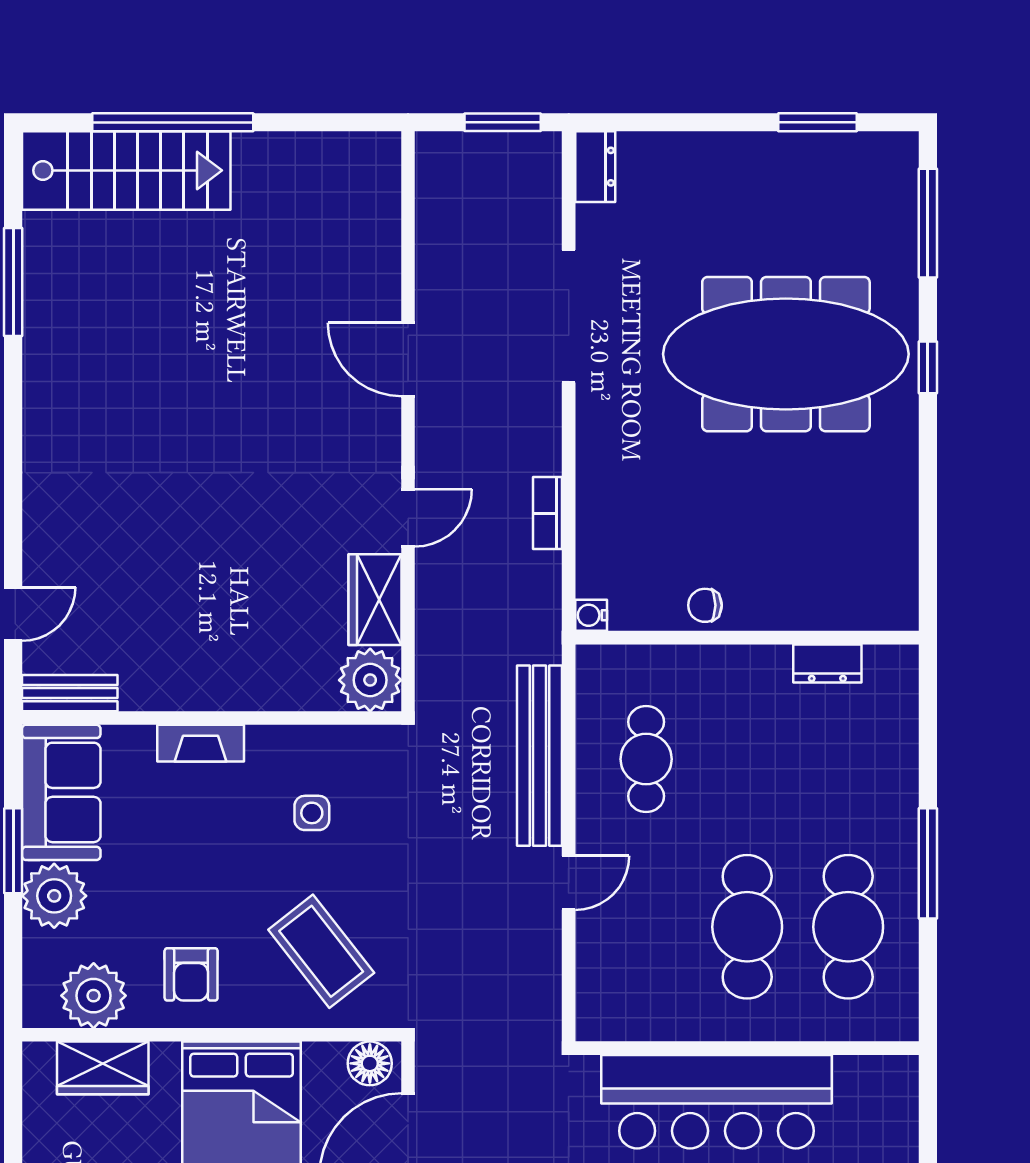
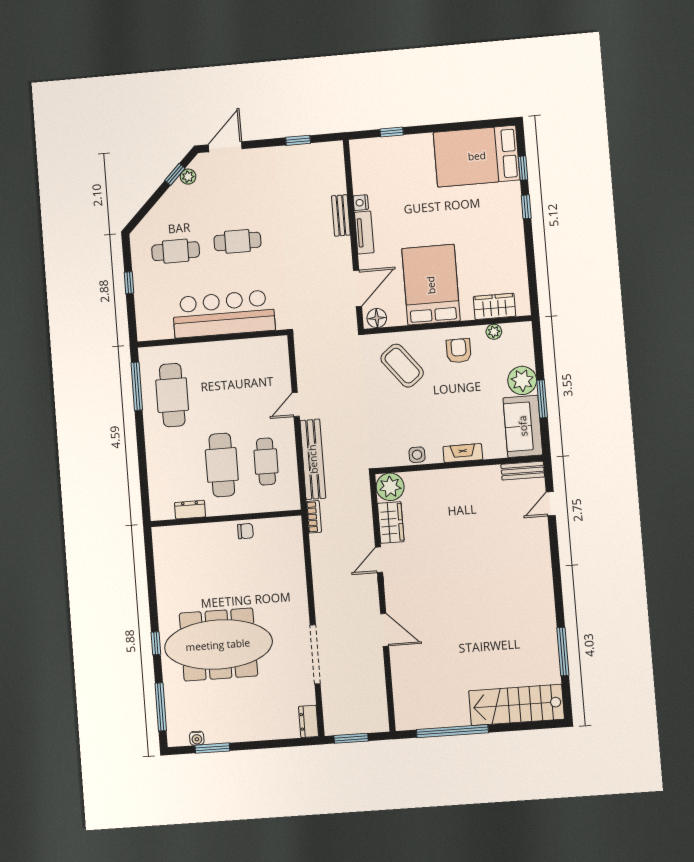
window: (173, 122) -> (452, 731), moved
bookcase: (548, 513) -> (314, 517), moved
water cooler: (591, 615) -> (197, 738), moved, turned 90
side table: (312, 813) -> (417, 455), moved
window: (928, 863) -> (137, 386), moved
cafe table: (747, 927) -> (222, 465), moved
plant: (94, 996) -> (494, 332), width x0.53, depth x0.53

